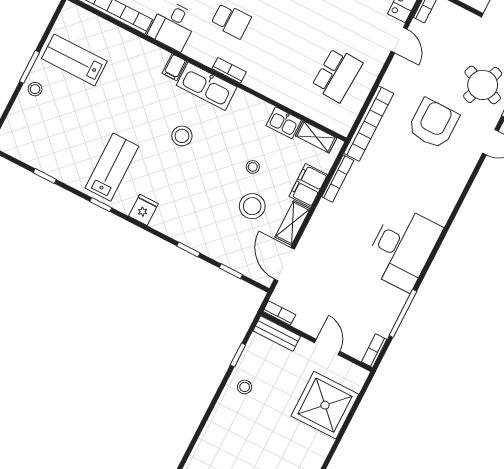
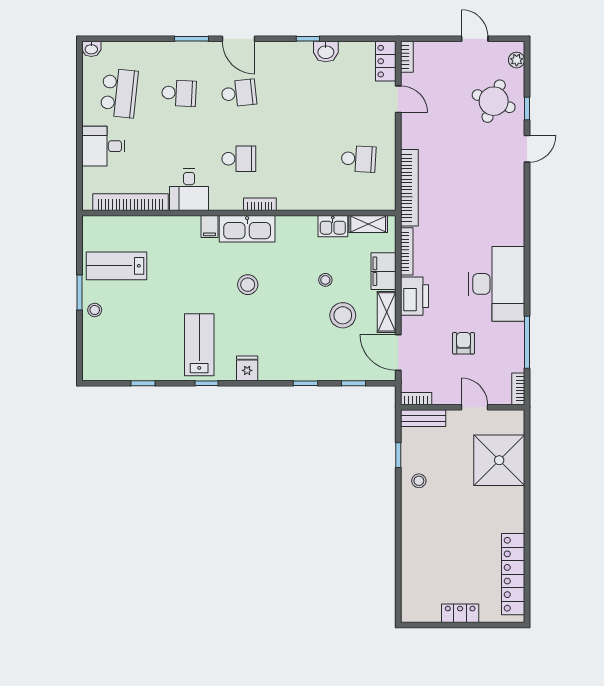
school desk: (337, 75) -> (359, 159), width x0.54
armchair: (433, 124) -> (463, 343), moved, width x0.53, depth x0.53
printer: (324, 222) -> (415, 296), added

